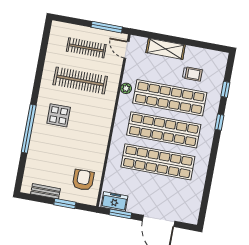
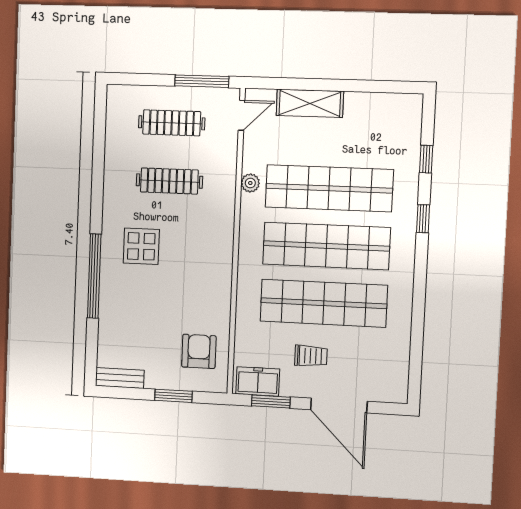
door: (126, 50) -> (242, 115), swing flipped
trolley: (192, 74) -> (311, 356), moved
clothes rail: (80, 81) -> (169, 181), width x0.73, depth x0.76
bench: (45, 191) -> (120, 378), moved

